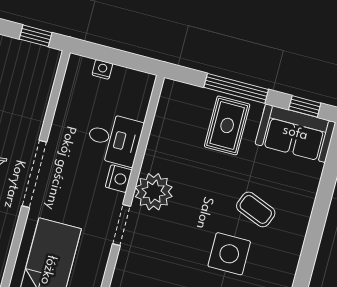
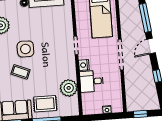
rug: (227, 125) -> (45, 104), turned 90
plant: (154, 192) -> (69, 88), moved

